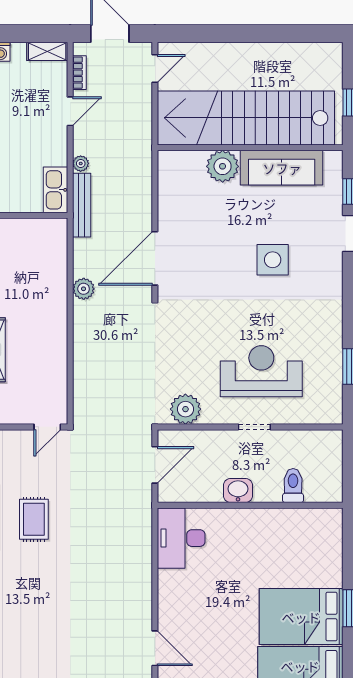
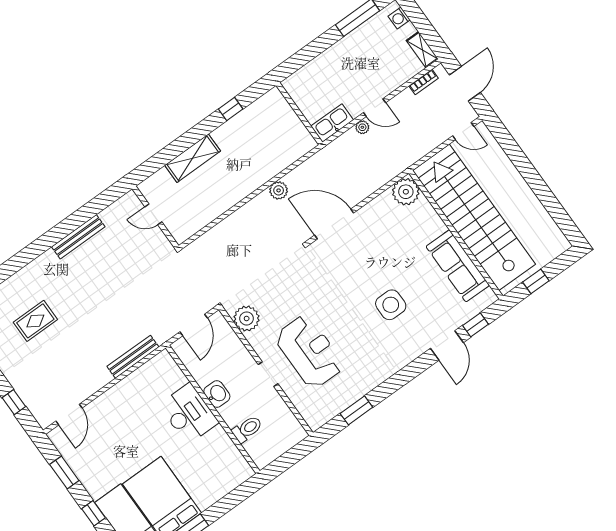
door: (70, 111) -> (374, 108), moved
plant: (223, 166) -> (406, 192), moved
bench: (82, 205) -> (133, 357), moved
door: (47, 427) -> (153, 214), moved
door: (155, 465) -> (194, 325), hinge flipped
rug: (34, 519) -> (35, 321), moved
desk: (181, 538) -> (189, 414), moved, turned 90

